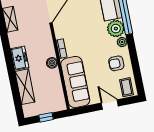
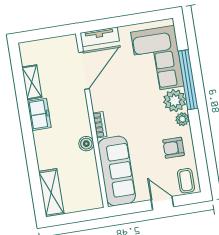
freezer: (20, 58) -> (39, 114), moved
shelving: (25, 87) -> (51, 193), moved
window: (46, 117) -> (75, 217), removed

